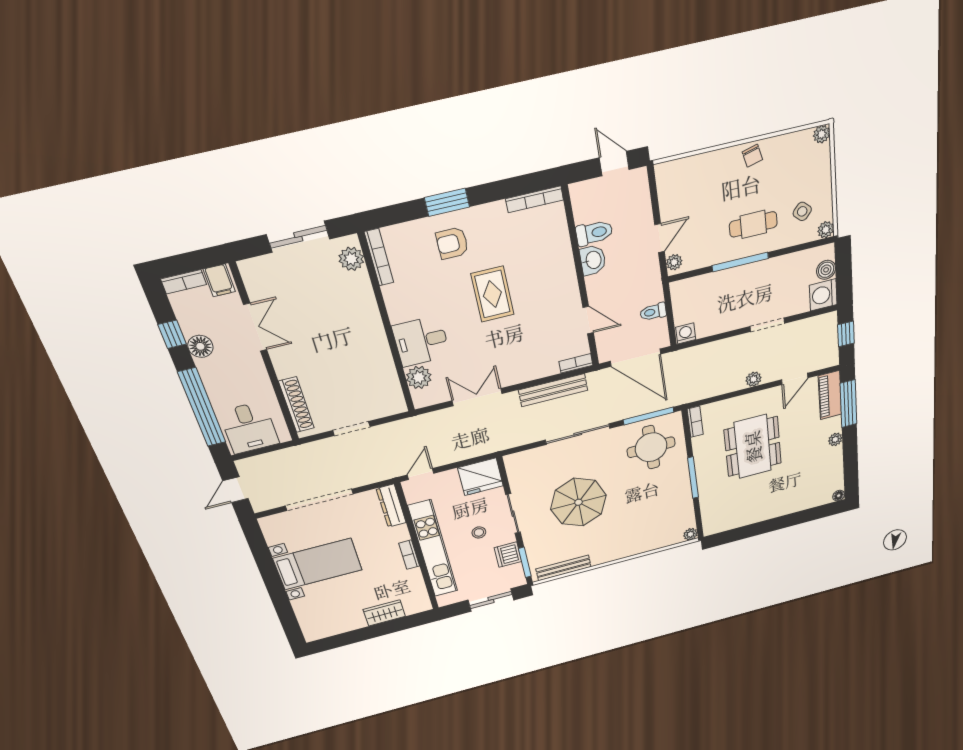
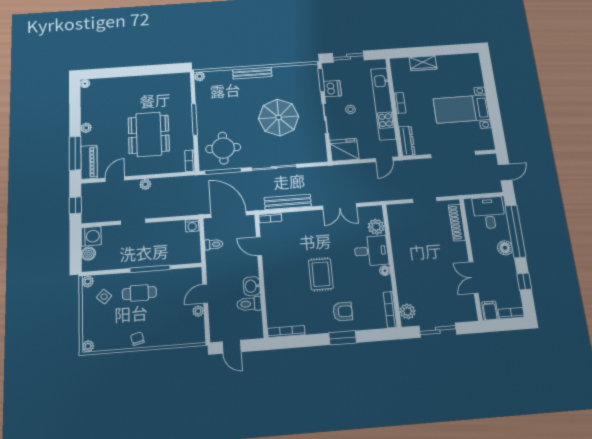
plant: (674, 262) -> (198, 311), moved
floor lamp: (396, 315) -> (385, 271), added
floor lamp: (200, 346) -> (505, 248), moved
bench: (563, 568) -> (252, 73), moved

